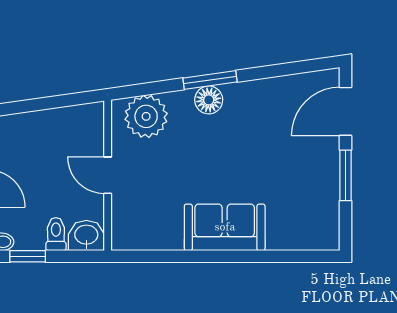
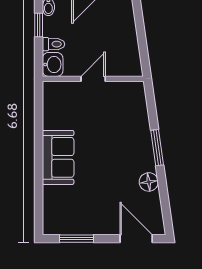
floor lamp: (209, 100) -> (149, 182), moved
plant: (146, 116) -> (133, 105), removed
window: (345, 175) -> (76, 239), moved

